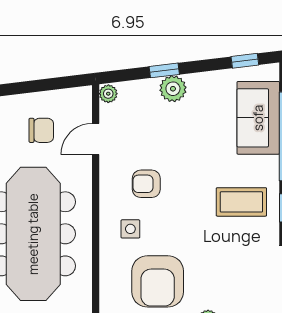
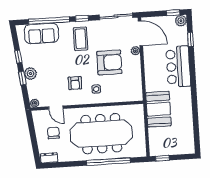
window: (245, 61) -> (18, 57), moved
armchair: (158, 281) -> (109, 62), moved

